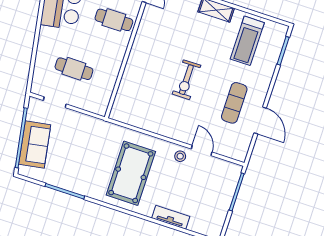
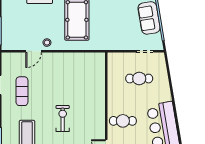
exercise bike: (186, 80) -> (63, 118), moved
door: (202, 151) -> (34, 51), hinge flipped

